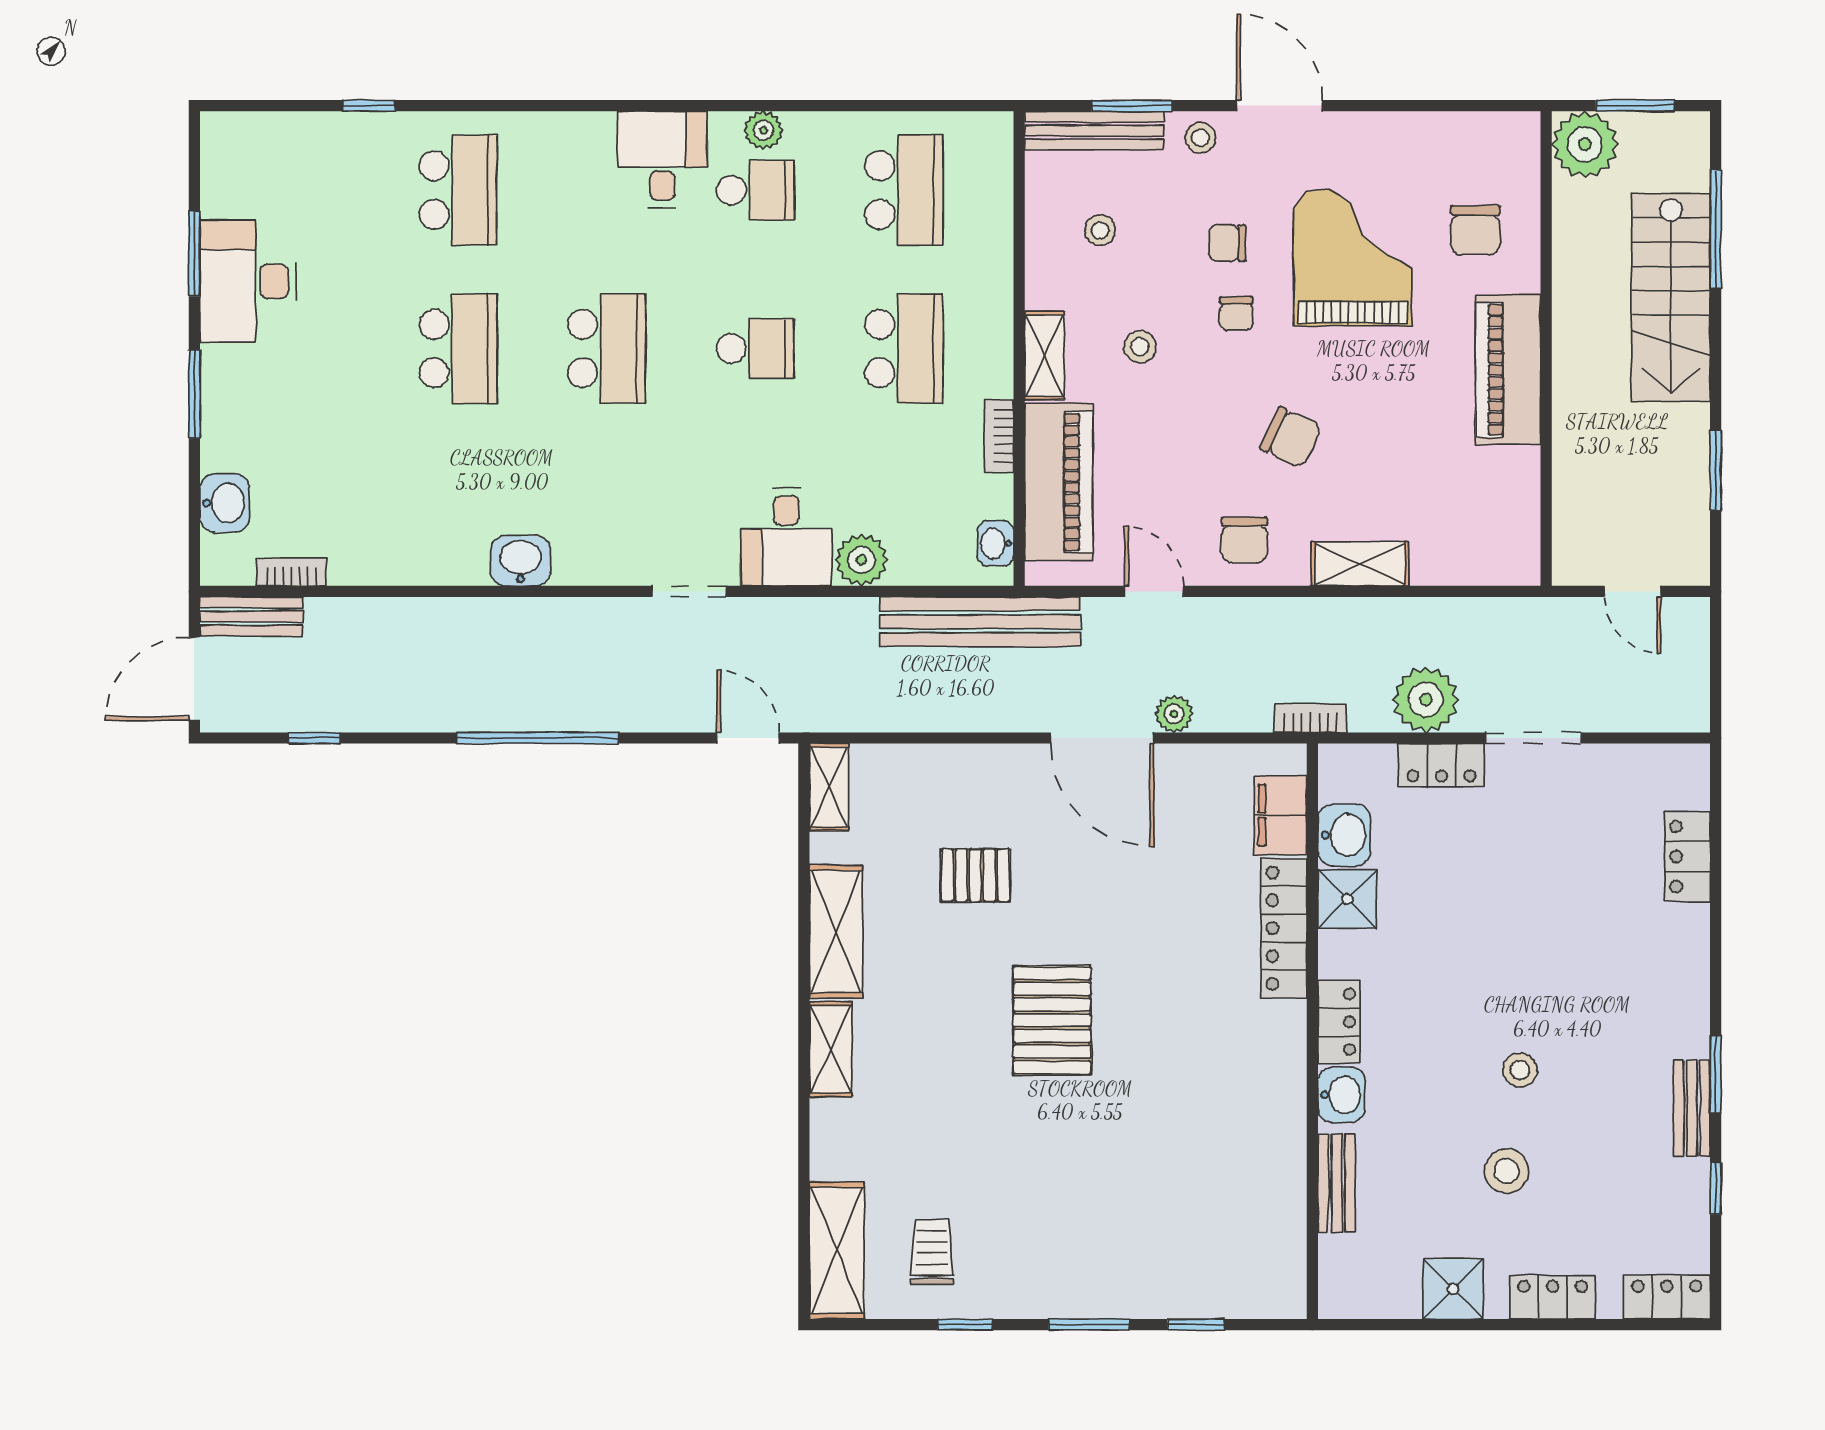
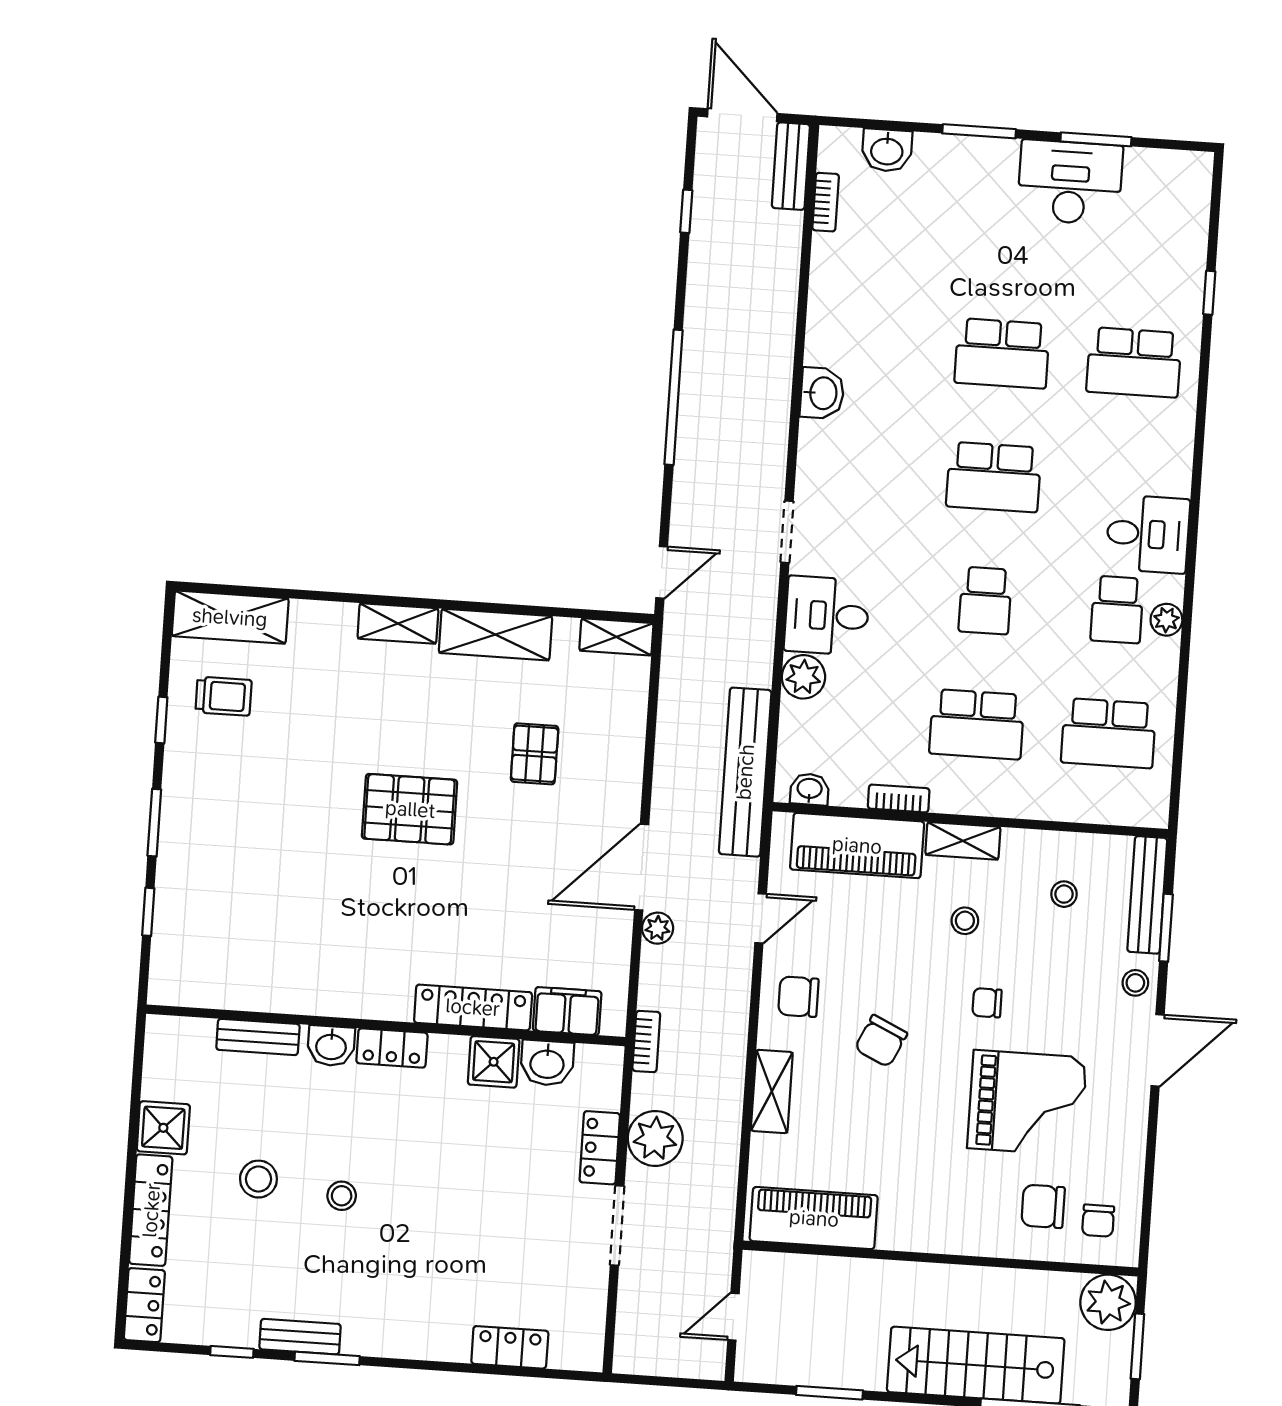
chair: (1227, 243) -> (1098, 1221), moved, turned 180
piano: (1508, 370) -> (814, 1218), moved
locker: (1553, 1297) -> (151, 1210), width x1.53

